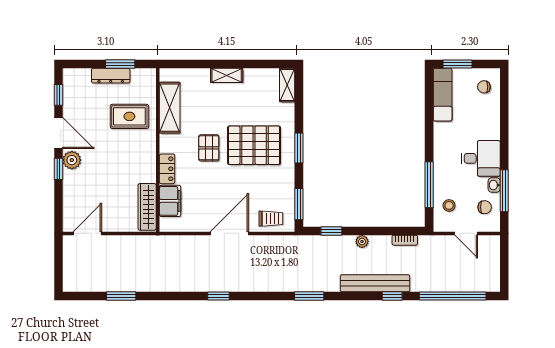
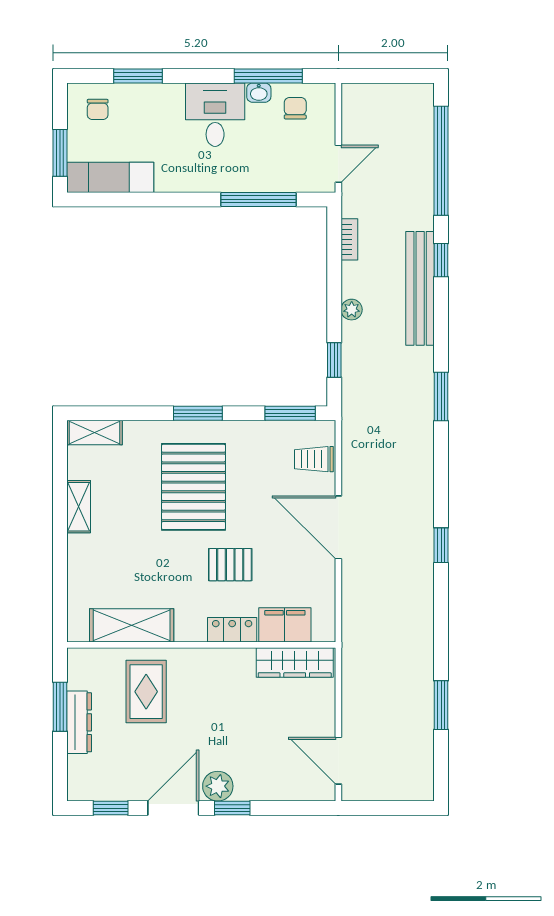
shelving: (227, 75) -> (79, 507), moved
window: (504, 111) -> (138, 76), added
pallet: (209, 148) -> (230, 565), moved
stool: (449, 205) -> (292, 167), removed
trolley: (271, 219) -> (314, 459), turned -90
door: (466, 233) -> (338, 164), moved

